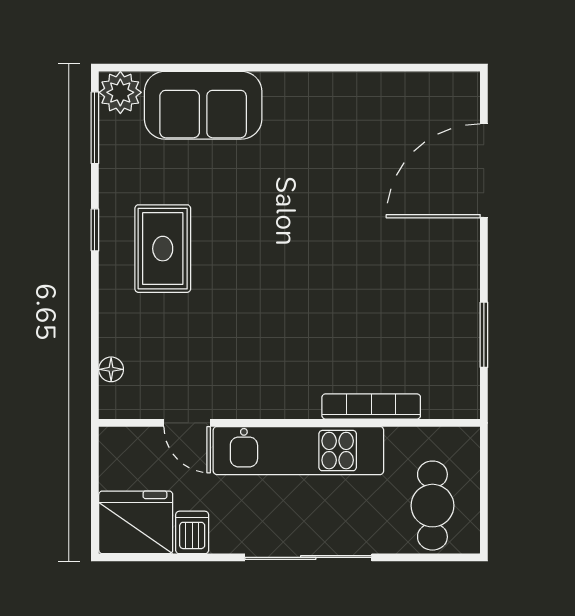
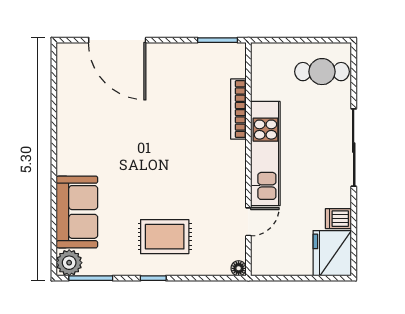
bookcase: (371, 406) -> (238, 109), moved
door: (187, 423) -> (248, 222), moved
wall: (289, 423) -> (248, 159), moved
kitchen unit: (298, 451) -> (265, 154), moved

